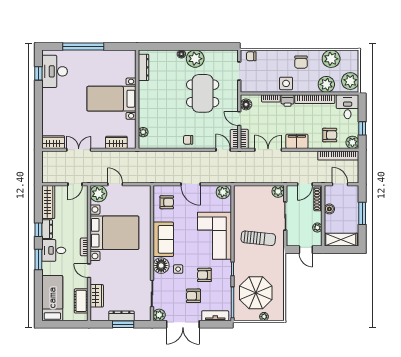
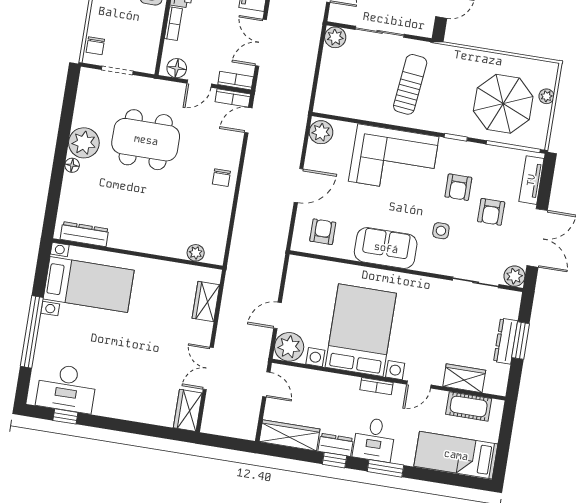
bed with nightstands: (112, 99) -> (89, 285), moved, turned -90
floor lamp: (161, 266) -> (430, 259), removed

